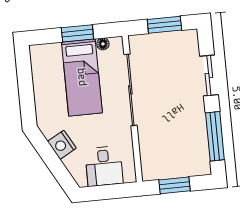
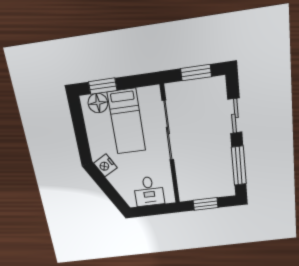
window: (77, 33) -> (103, 86), moved
floor lamp: (103, 44) -> (98, 103), moved, width x1.89, depth x1.89
nightstand: (62, 145) -> (105, 165), moved

